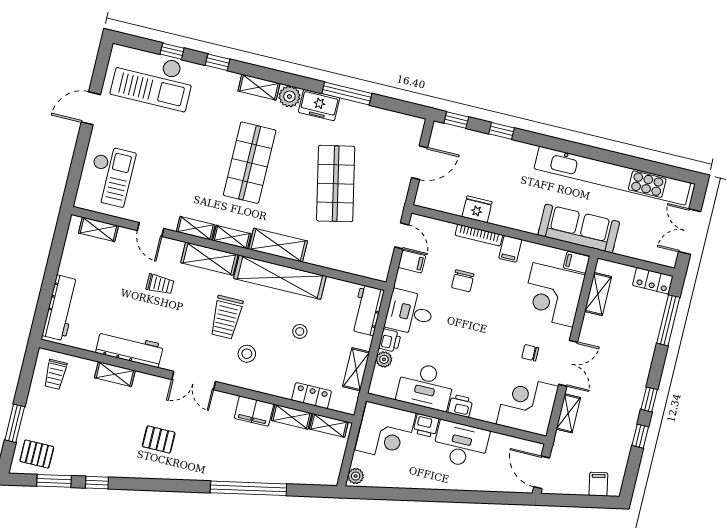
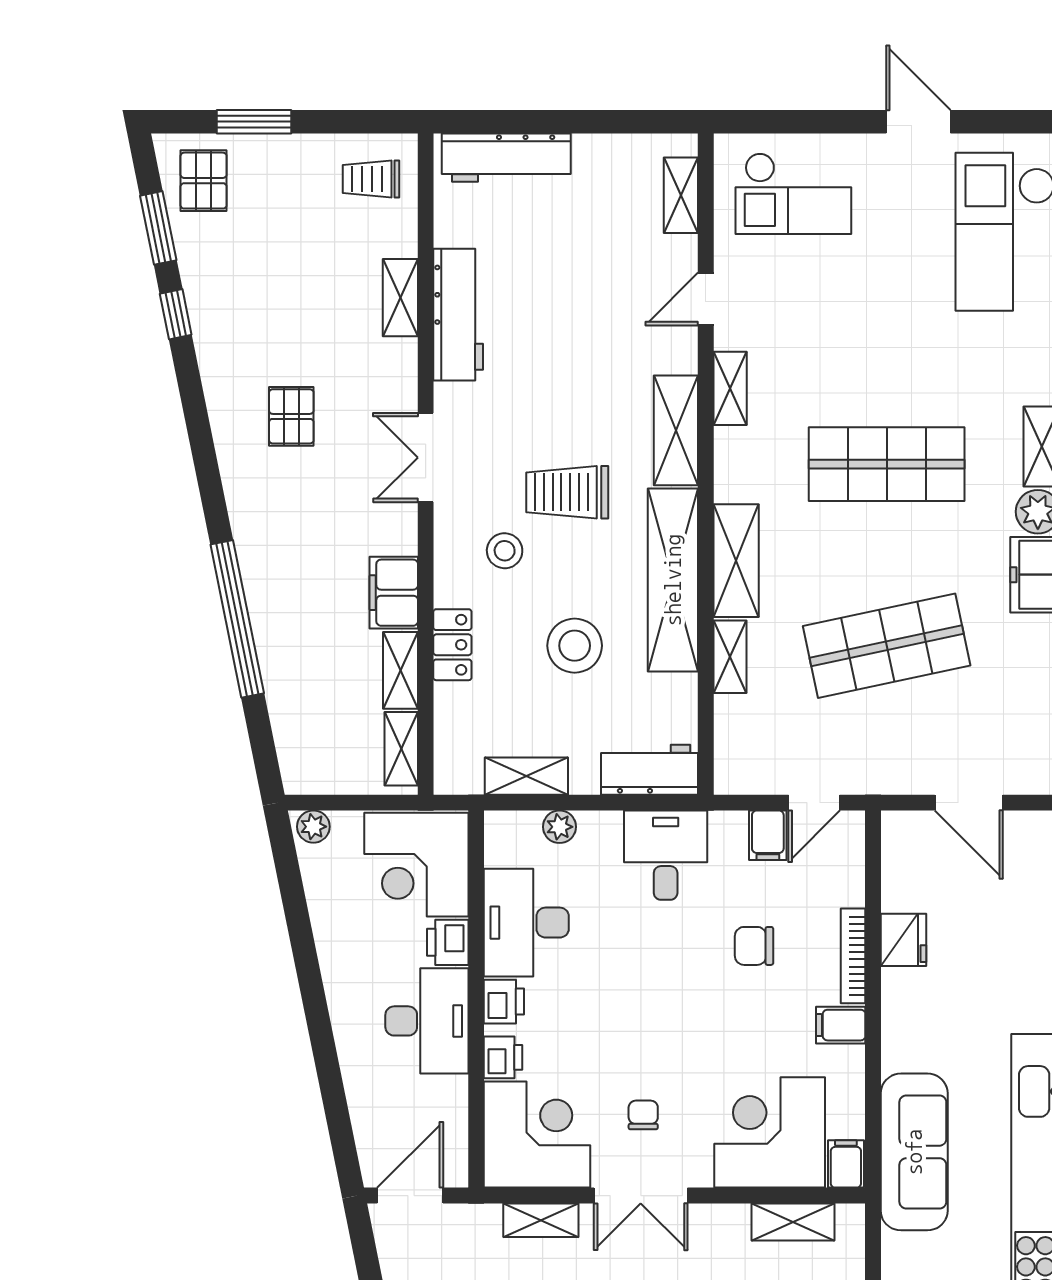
shelving: (232, 237) -> (730, 657), moved
trolley: (160, 284) -> (601, 344), removed
stool: (300, 331) -> (575, 646), width x1.89, depth x1.89
printer: (390, 340) -> (503, 1057), moved, turned -90
locker: (312, 396) -> (452, 645), moved

